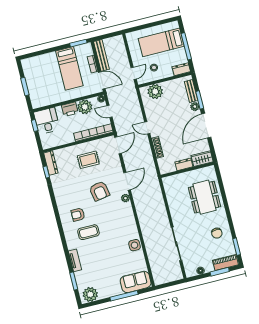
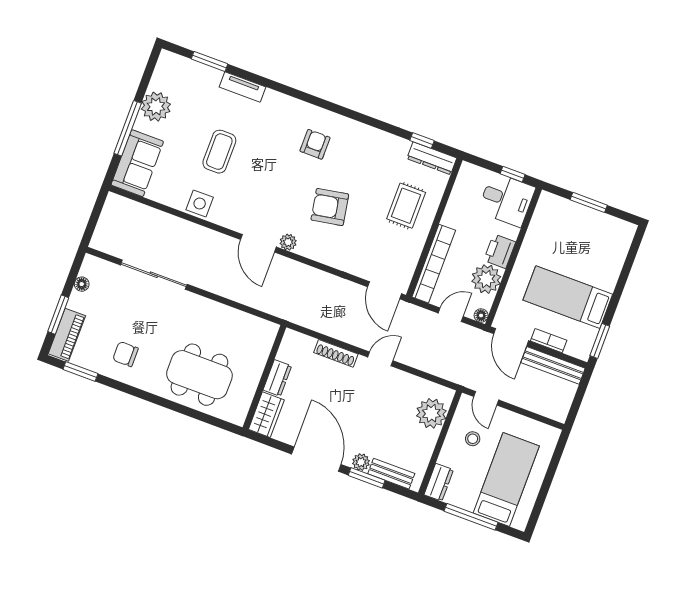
door: (102, 80) -> (511, 337), hinge flipped
rug: (88, 160) -> (406, 206), moved
door: (127, 181) -> (258, 243), moved
coffee table: (88, 232) -> (219, 152), moved
plant: (90, 294) -> (156, 107), moved

